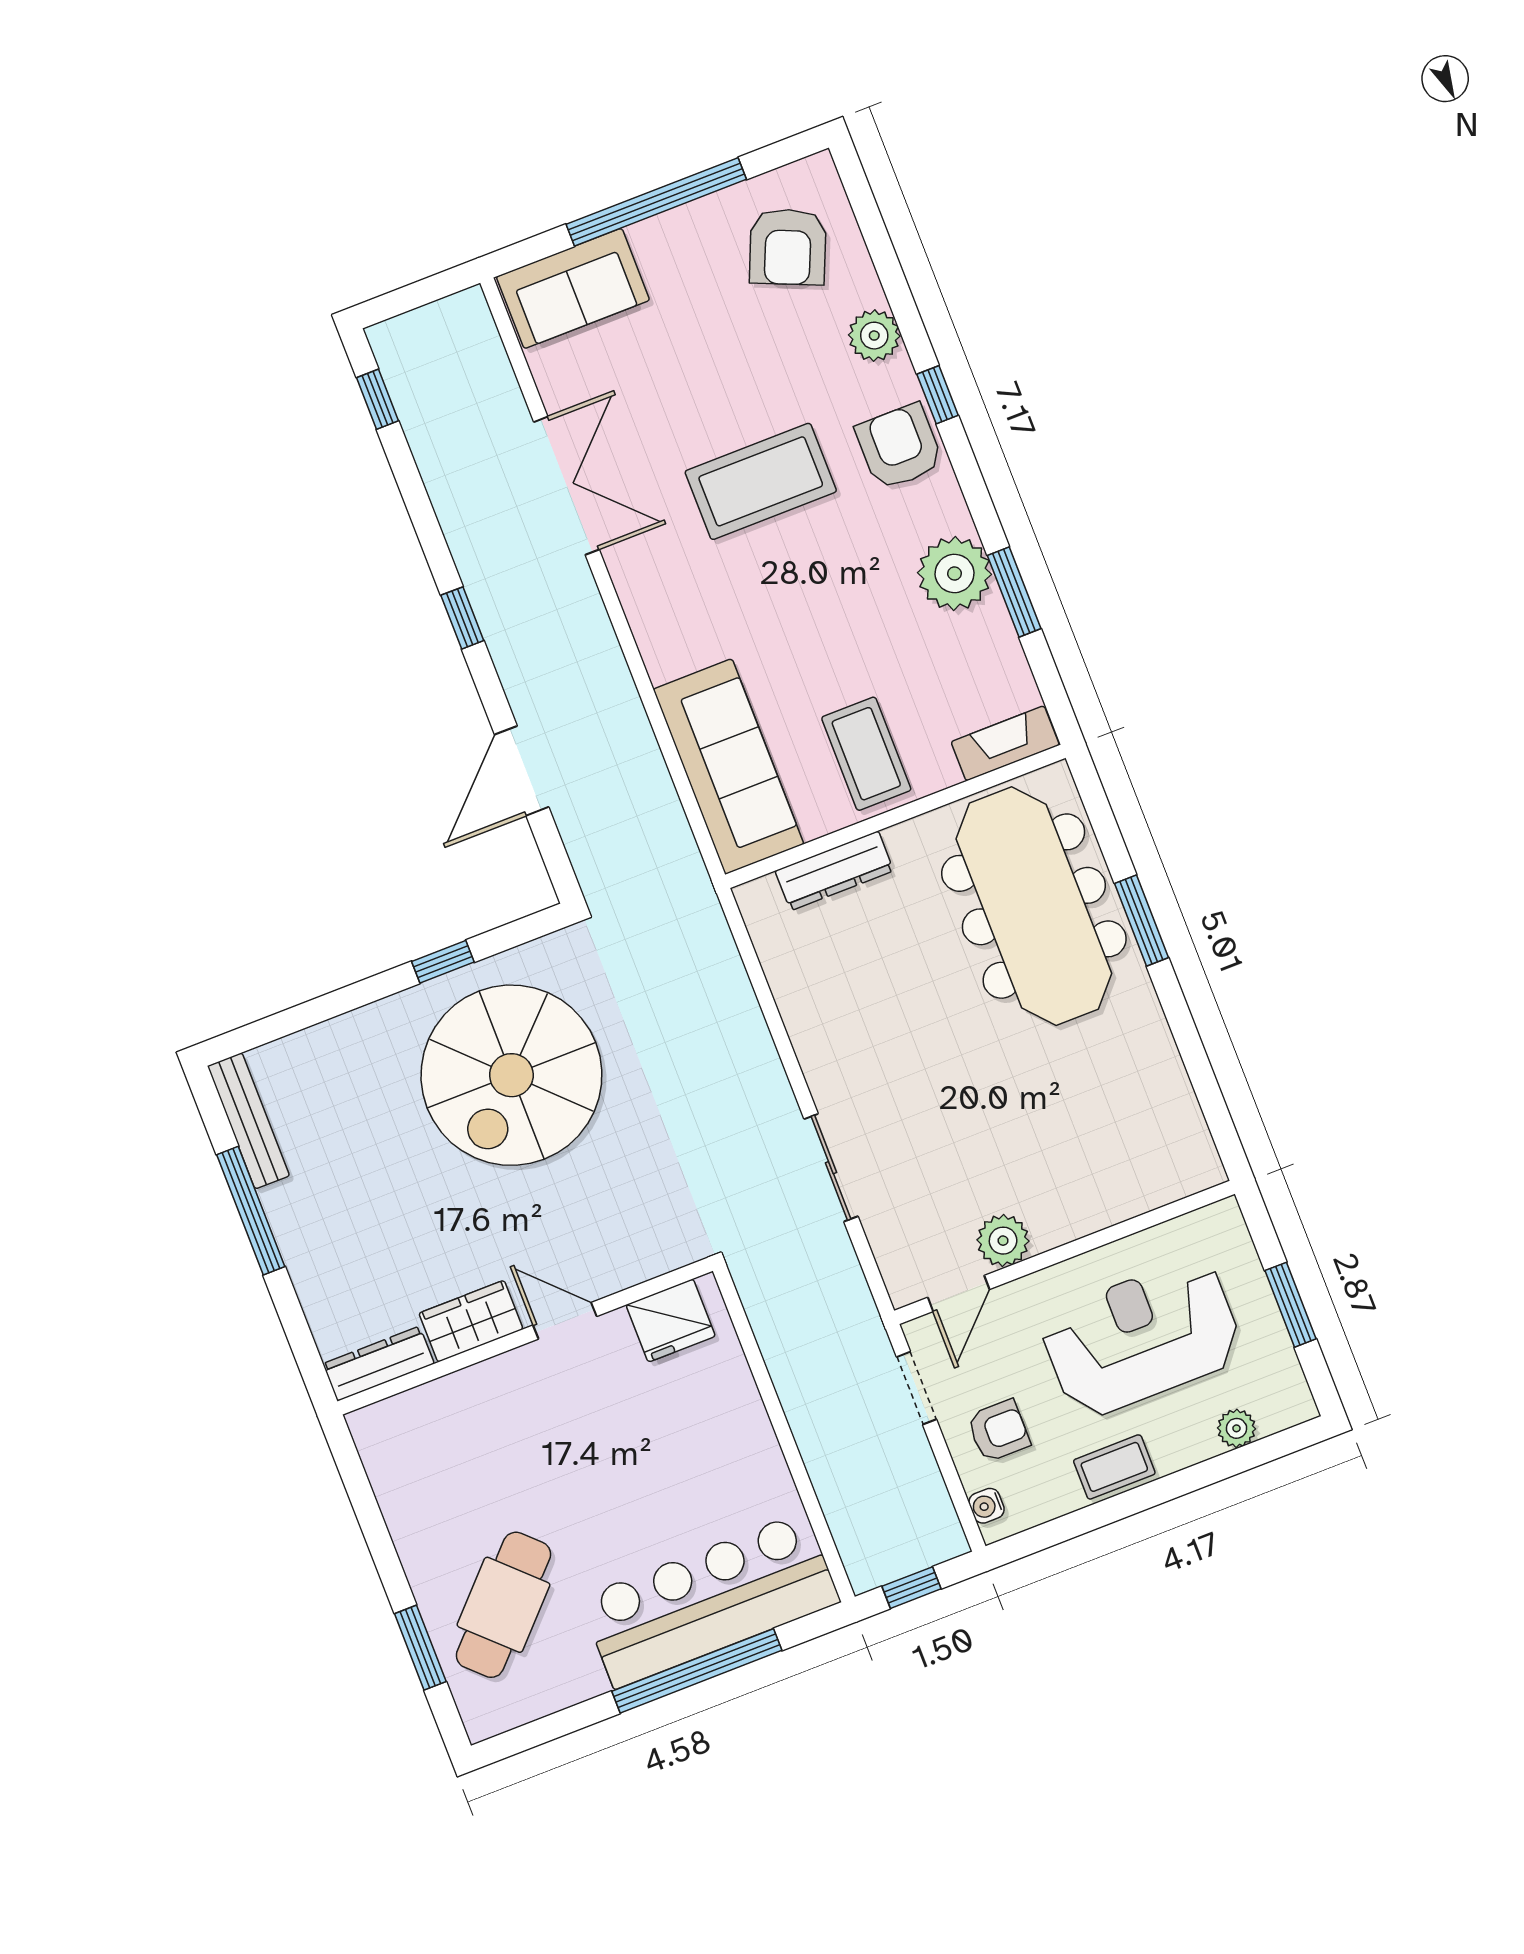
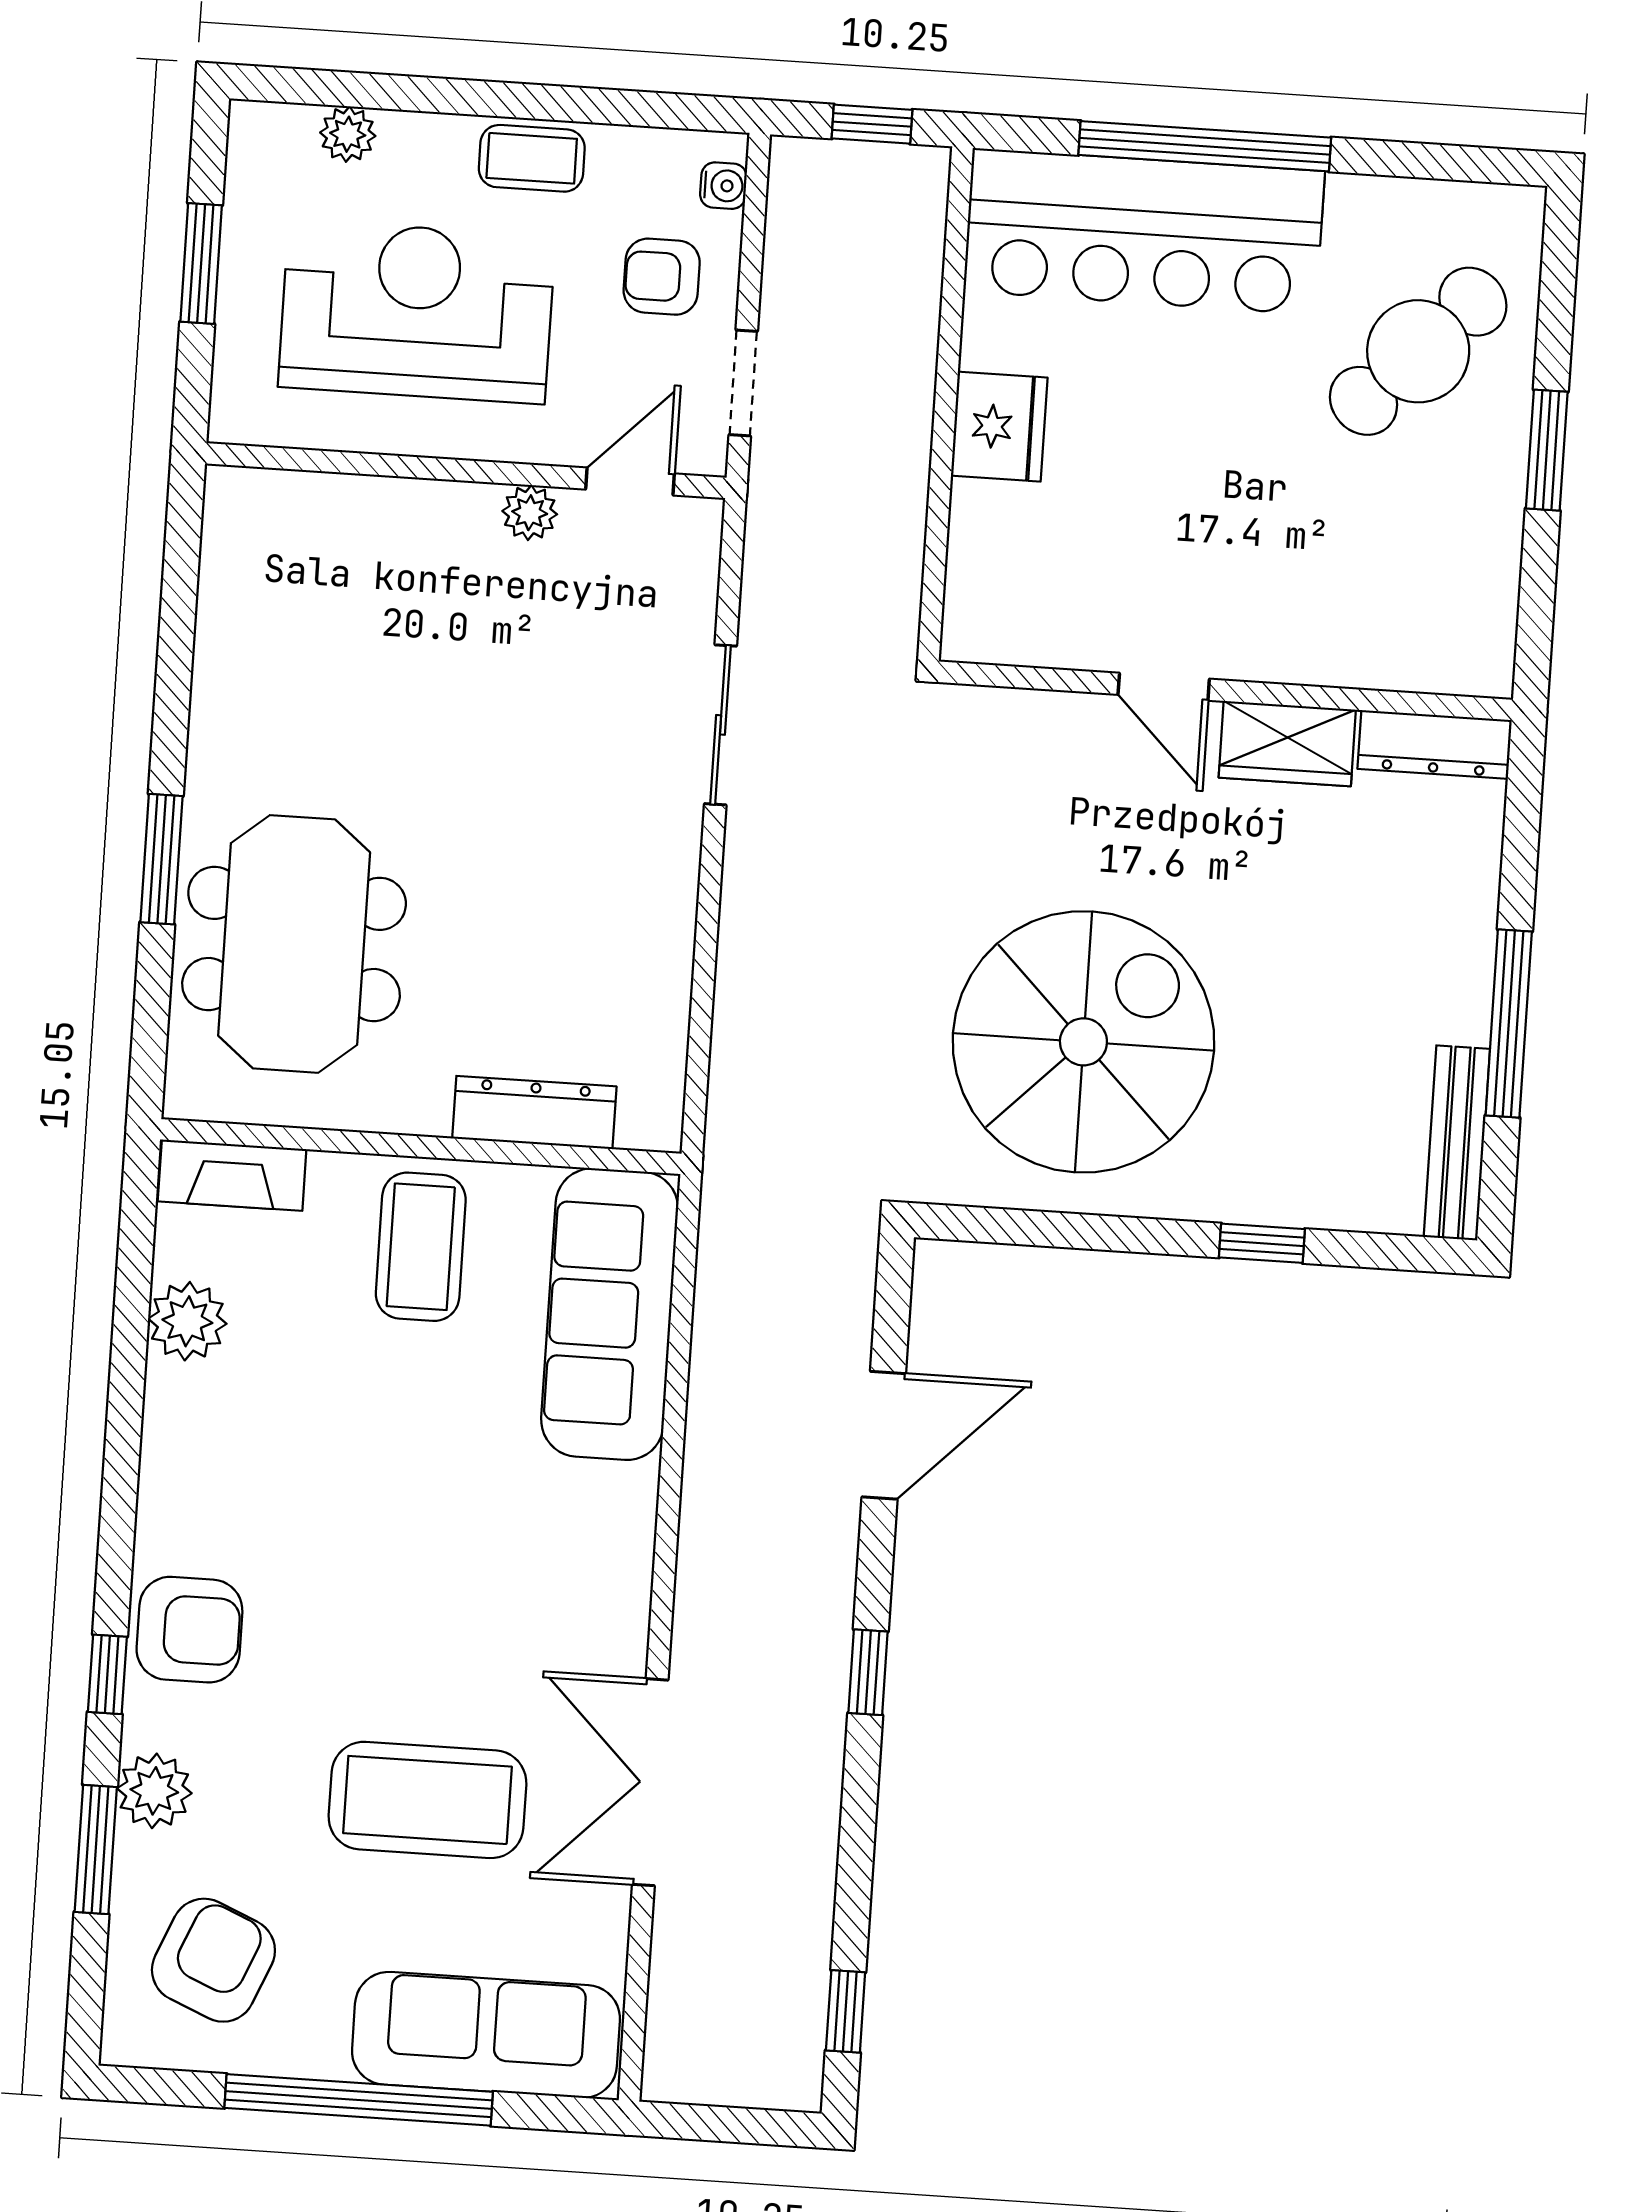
sofa: (573, 288) -> (486, 2035), width x1.36
armchair: (899, 447) -> (189, 1630), turned -90
coffee table: (761, 481) -> (428, 1800), moved
plant: (955, 573) -> (187, 1321), moved, width x0.73, depth x0.73
window: (1014, 592) -> (96, 1849), moved
meeting table: (1034, 906) -> (294, 944), width x0.73
window: (443, 962) -> (1262, 1243), moved
plant: (1003, 1241) -> (530, 513), width x0.73, depth x0.73
fridge: (671, 1320) -> (999, 427), moved, turned 90
reception desk: (1142, 1337) -> (417, 312), turned 180
window: (420, 1648) -> (1547, 450), moved

